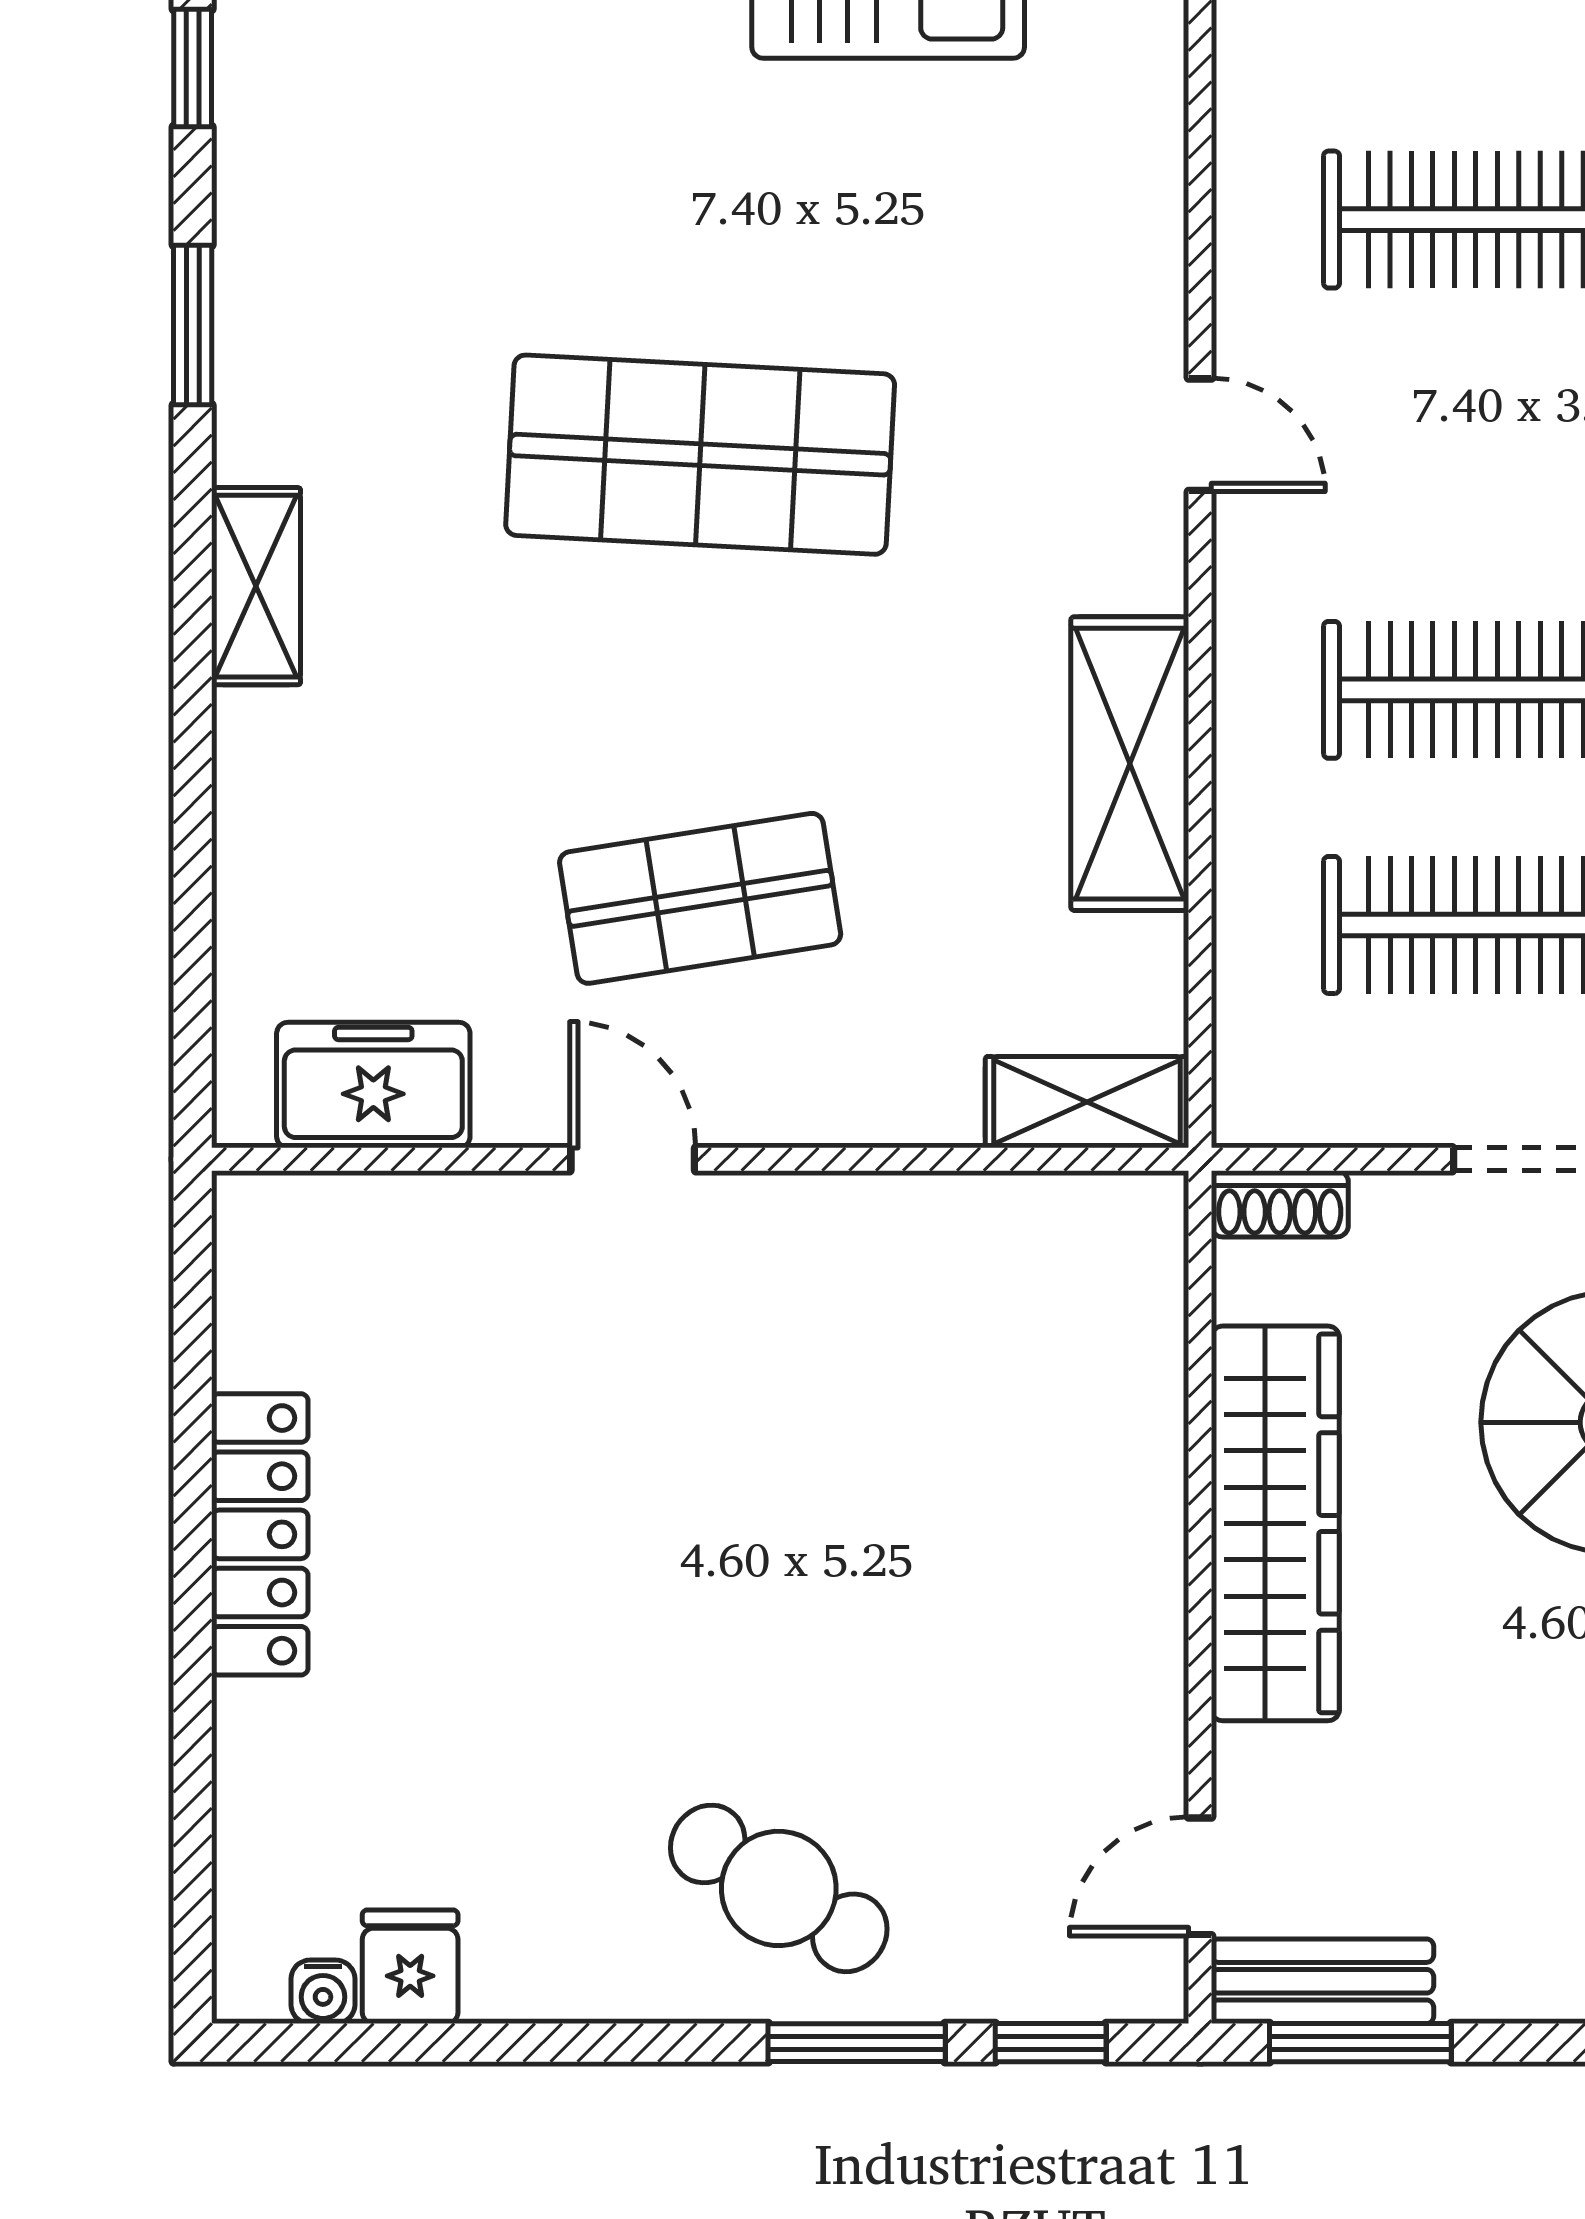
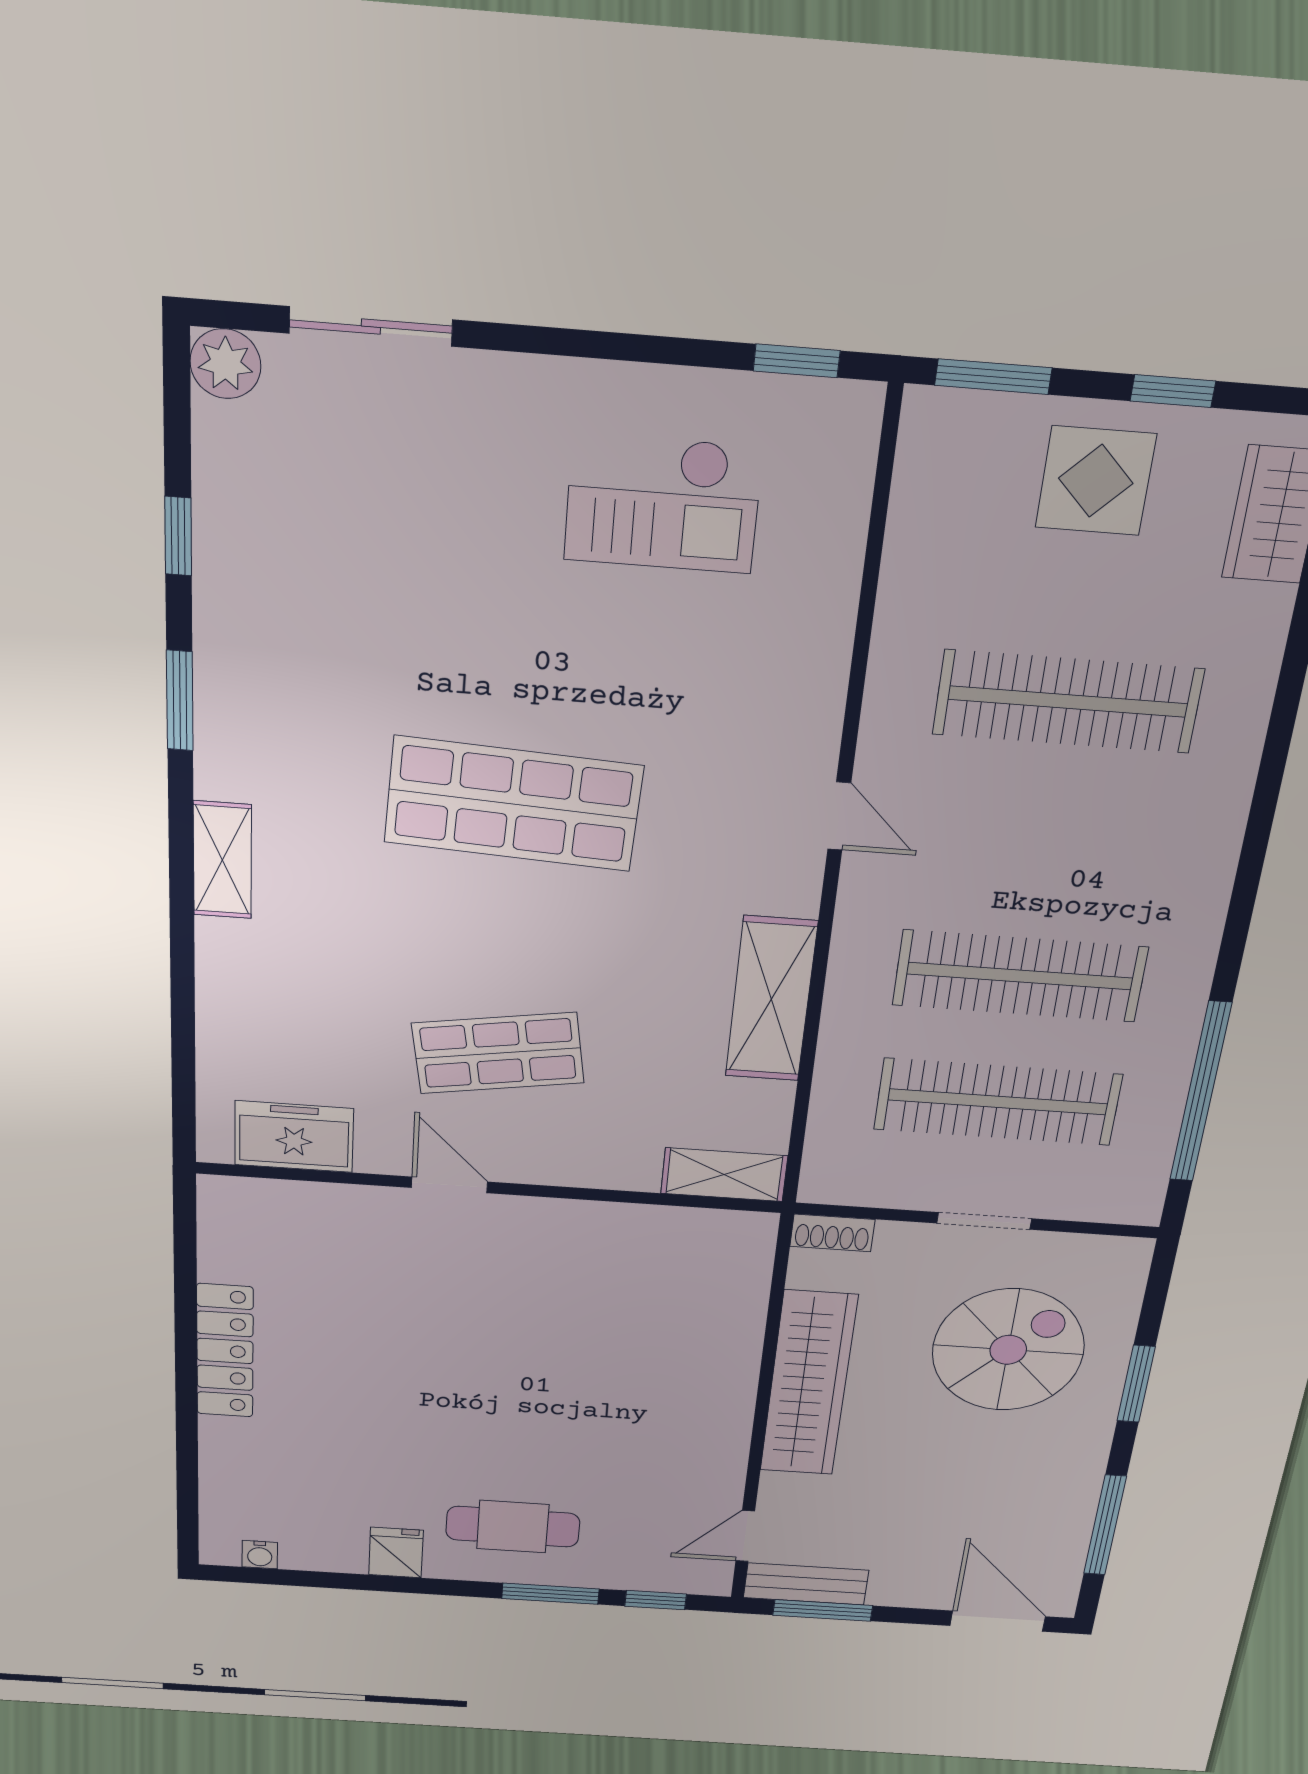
cafe table: (779, 1888) -> (513, 1527), turned -32
fridge: (410, 1967) -> (396, 1553), moved

